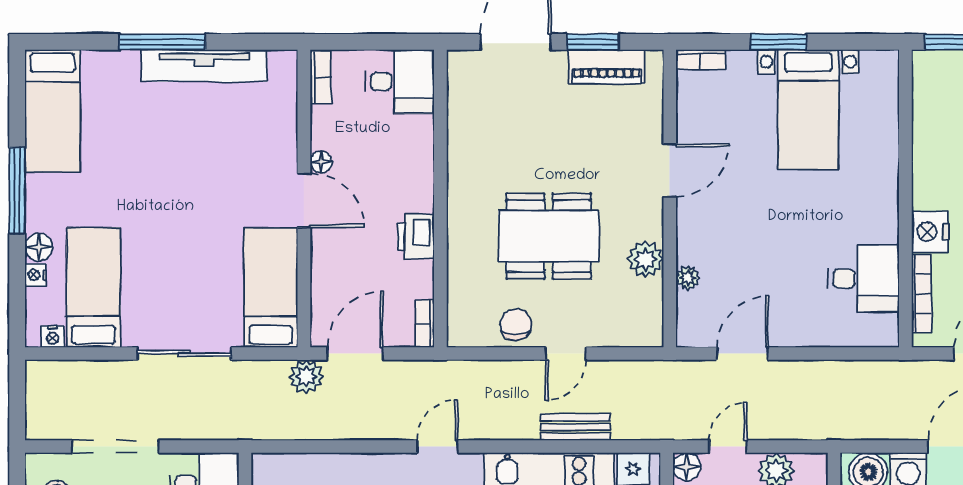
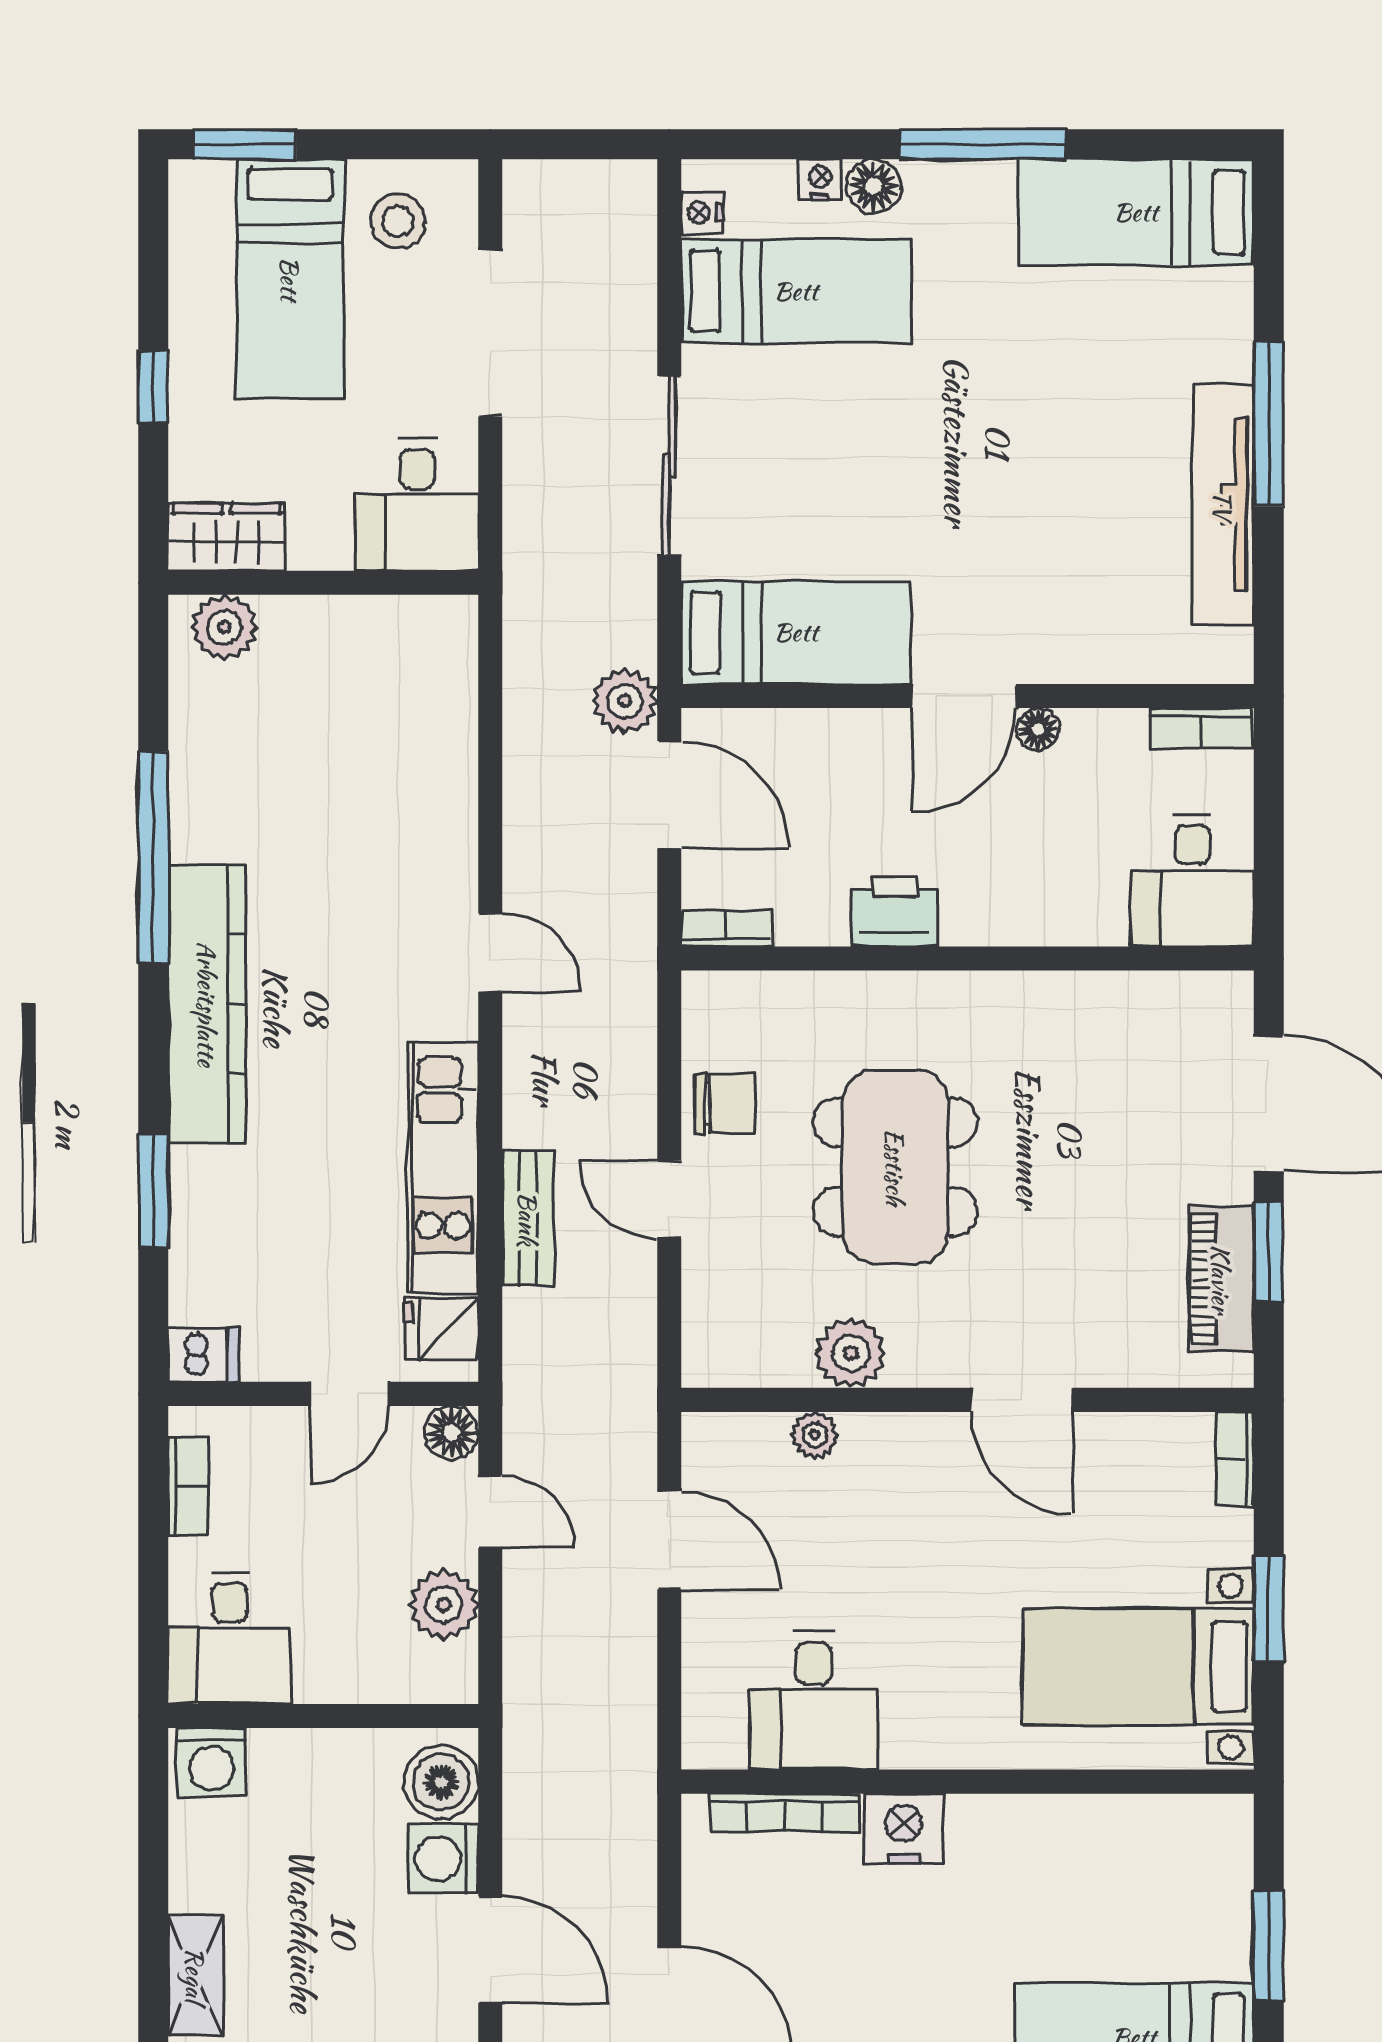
wall: (905, 199) -> (967, 1782), moved
nightstand: (930, 232) -> (904, 1829), moved
desk: (863, 279) -> (814, 1701), moved
bookcase: (922, 294) -> (784, 1813), moved

